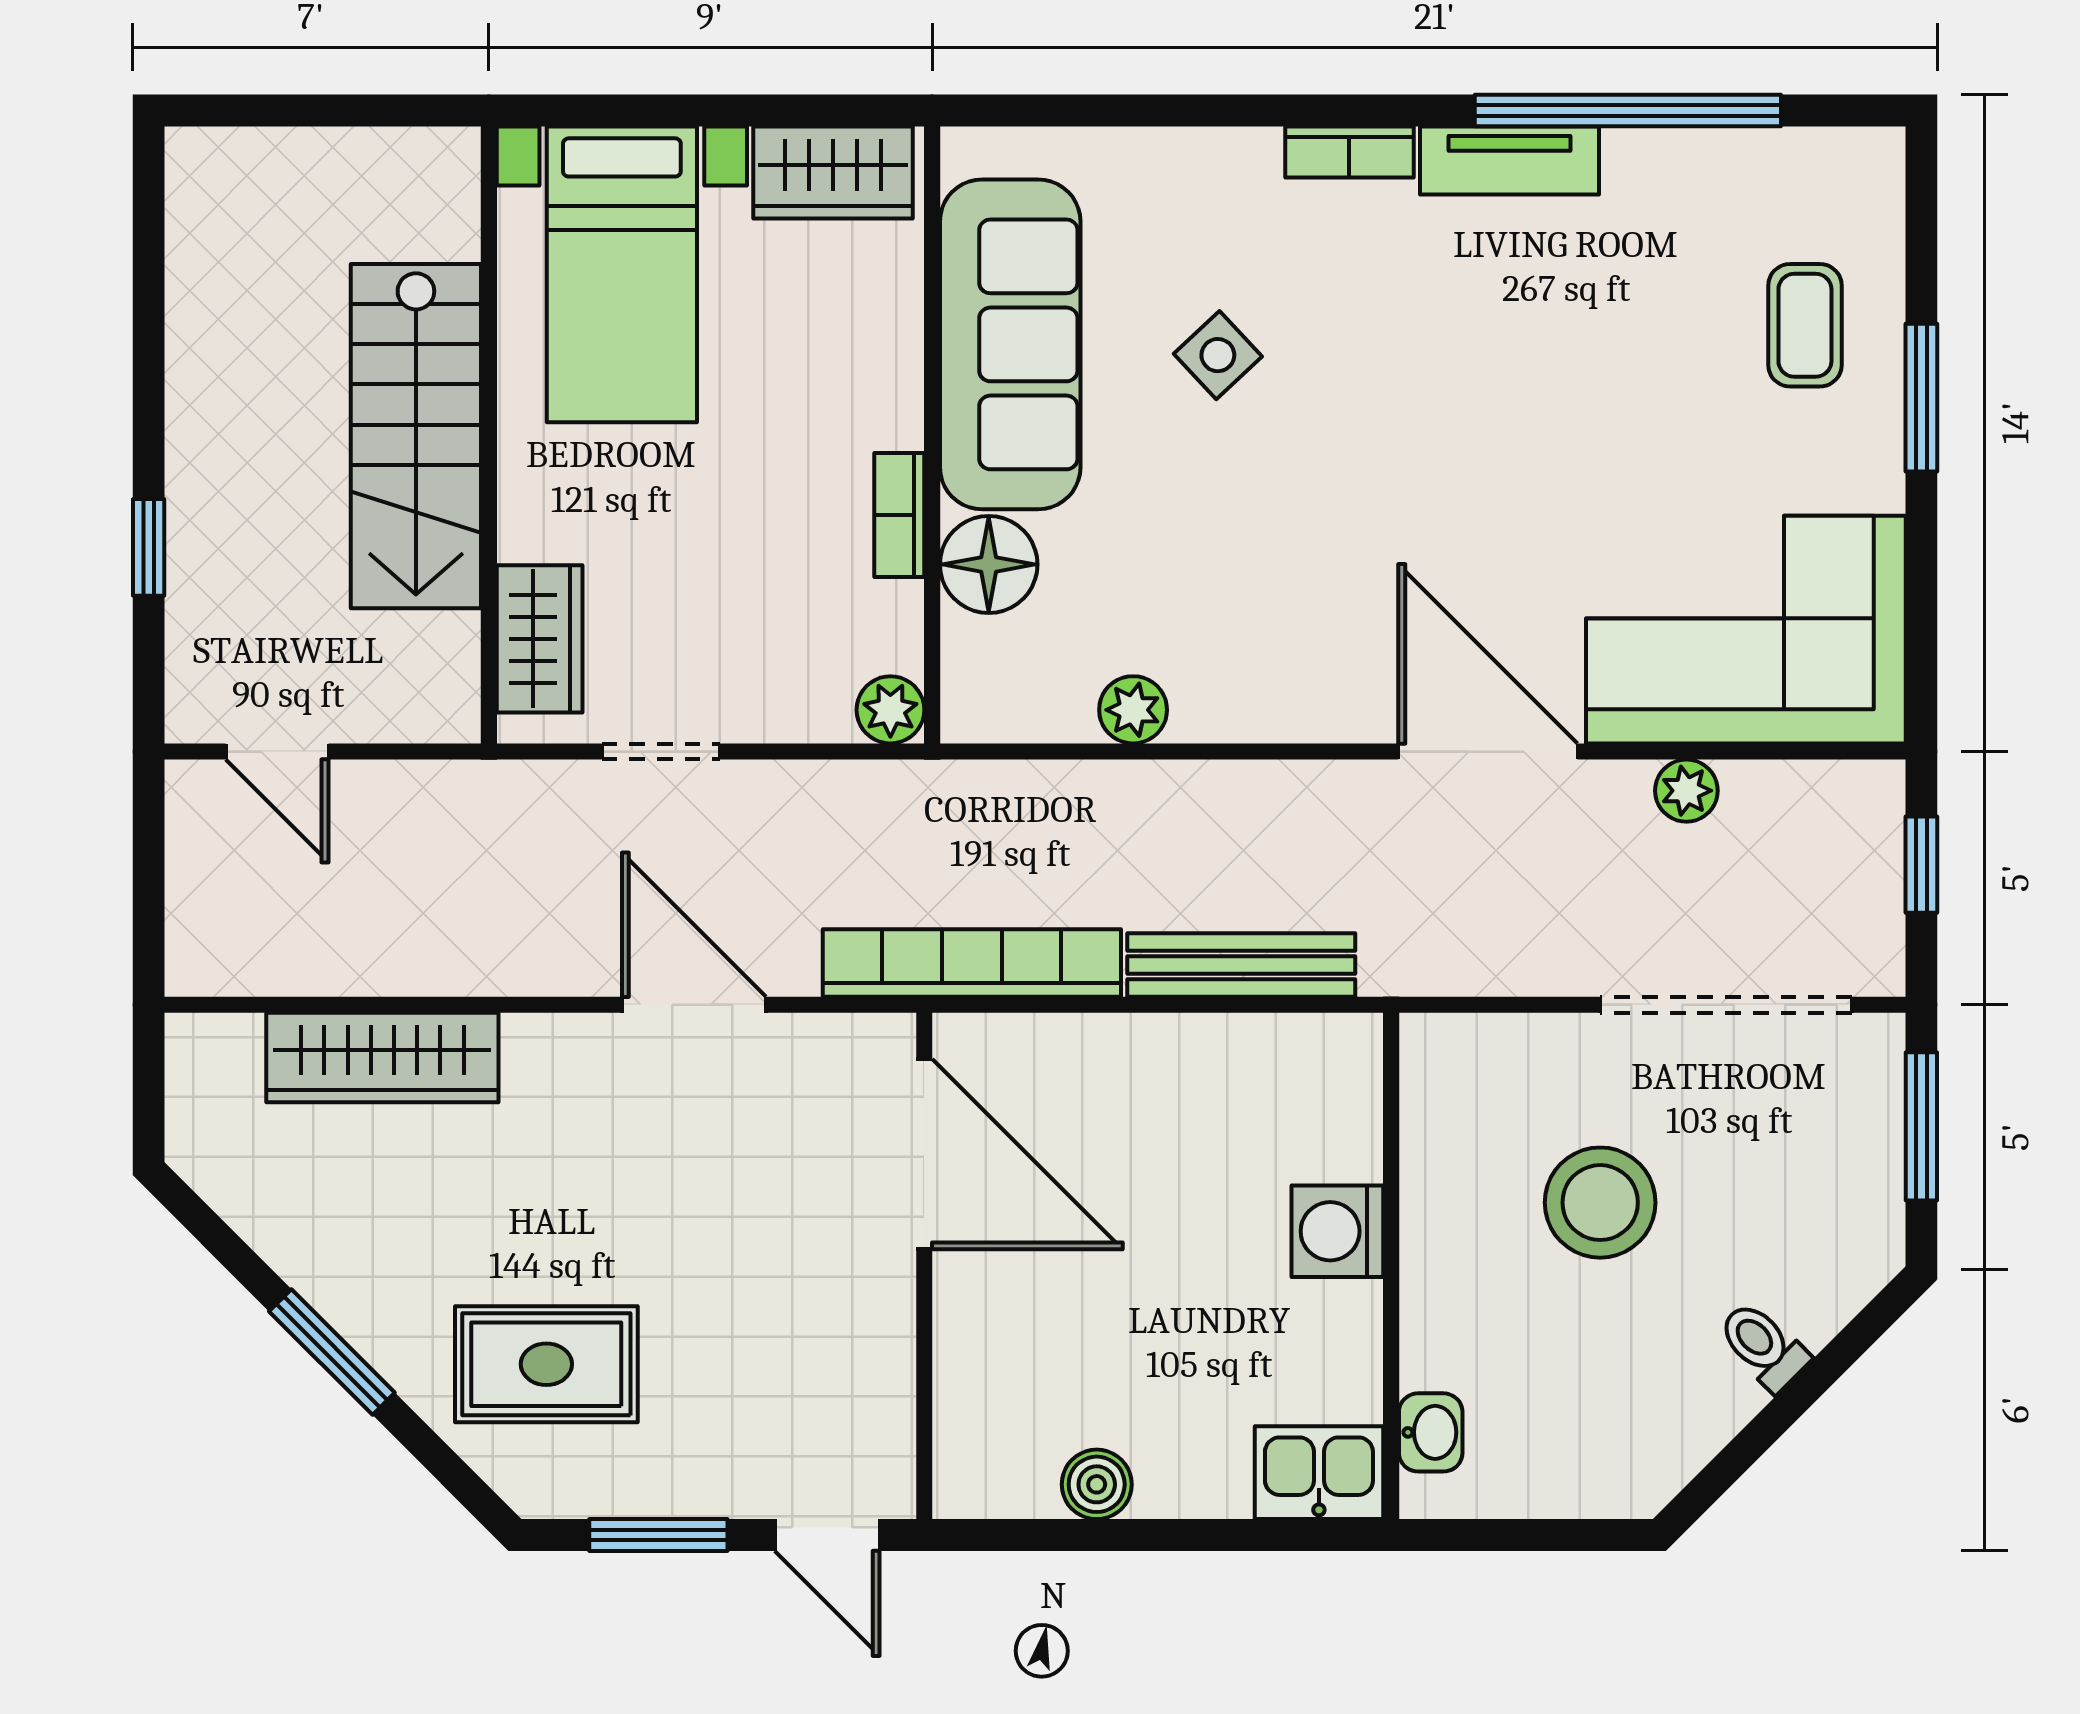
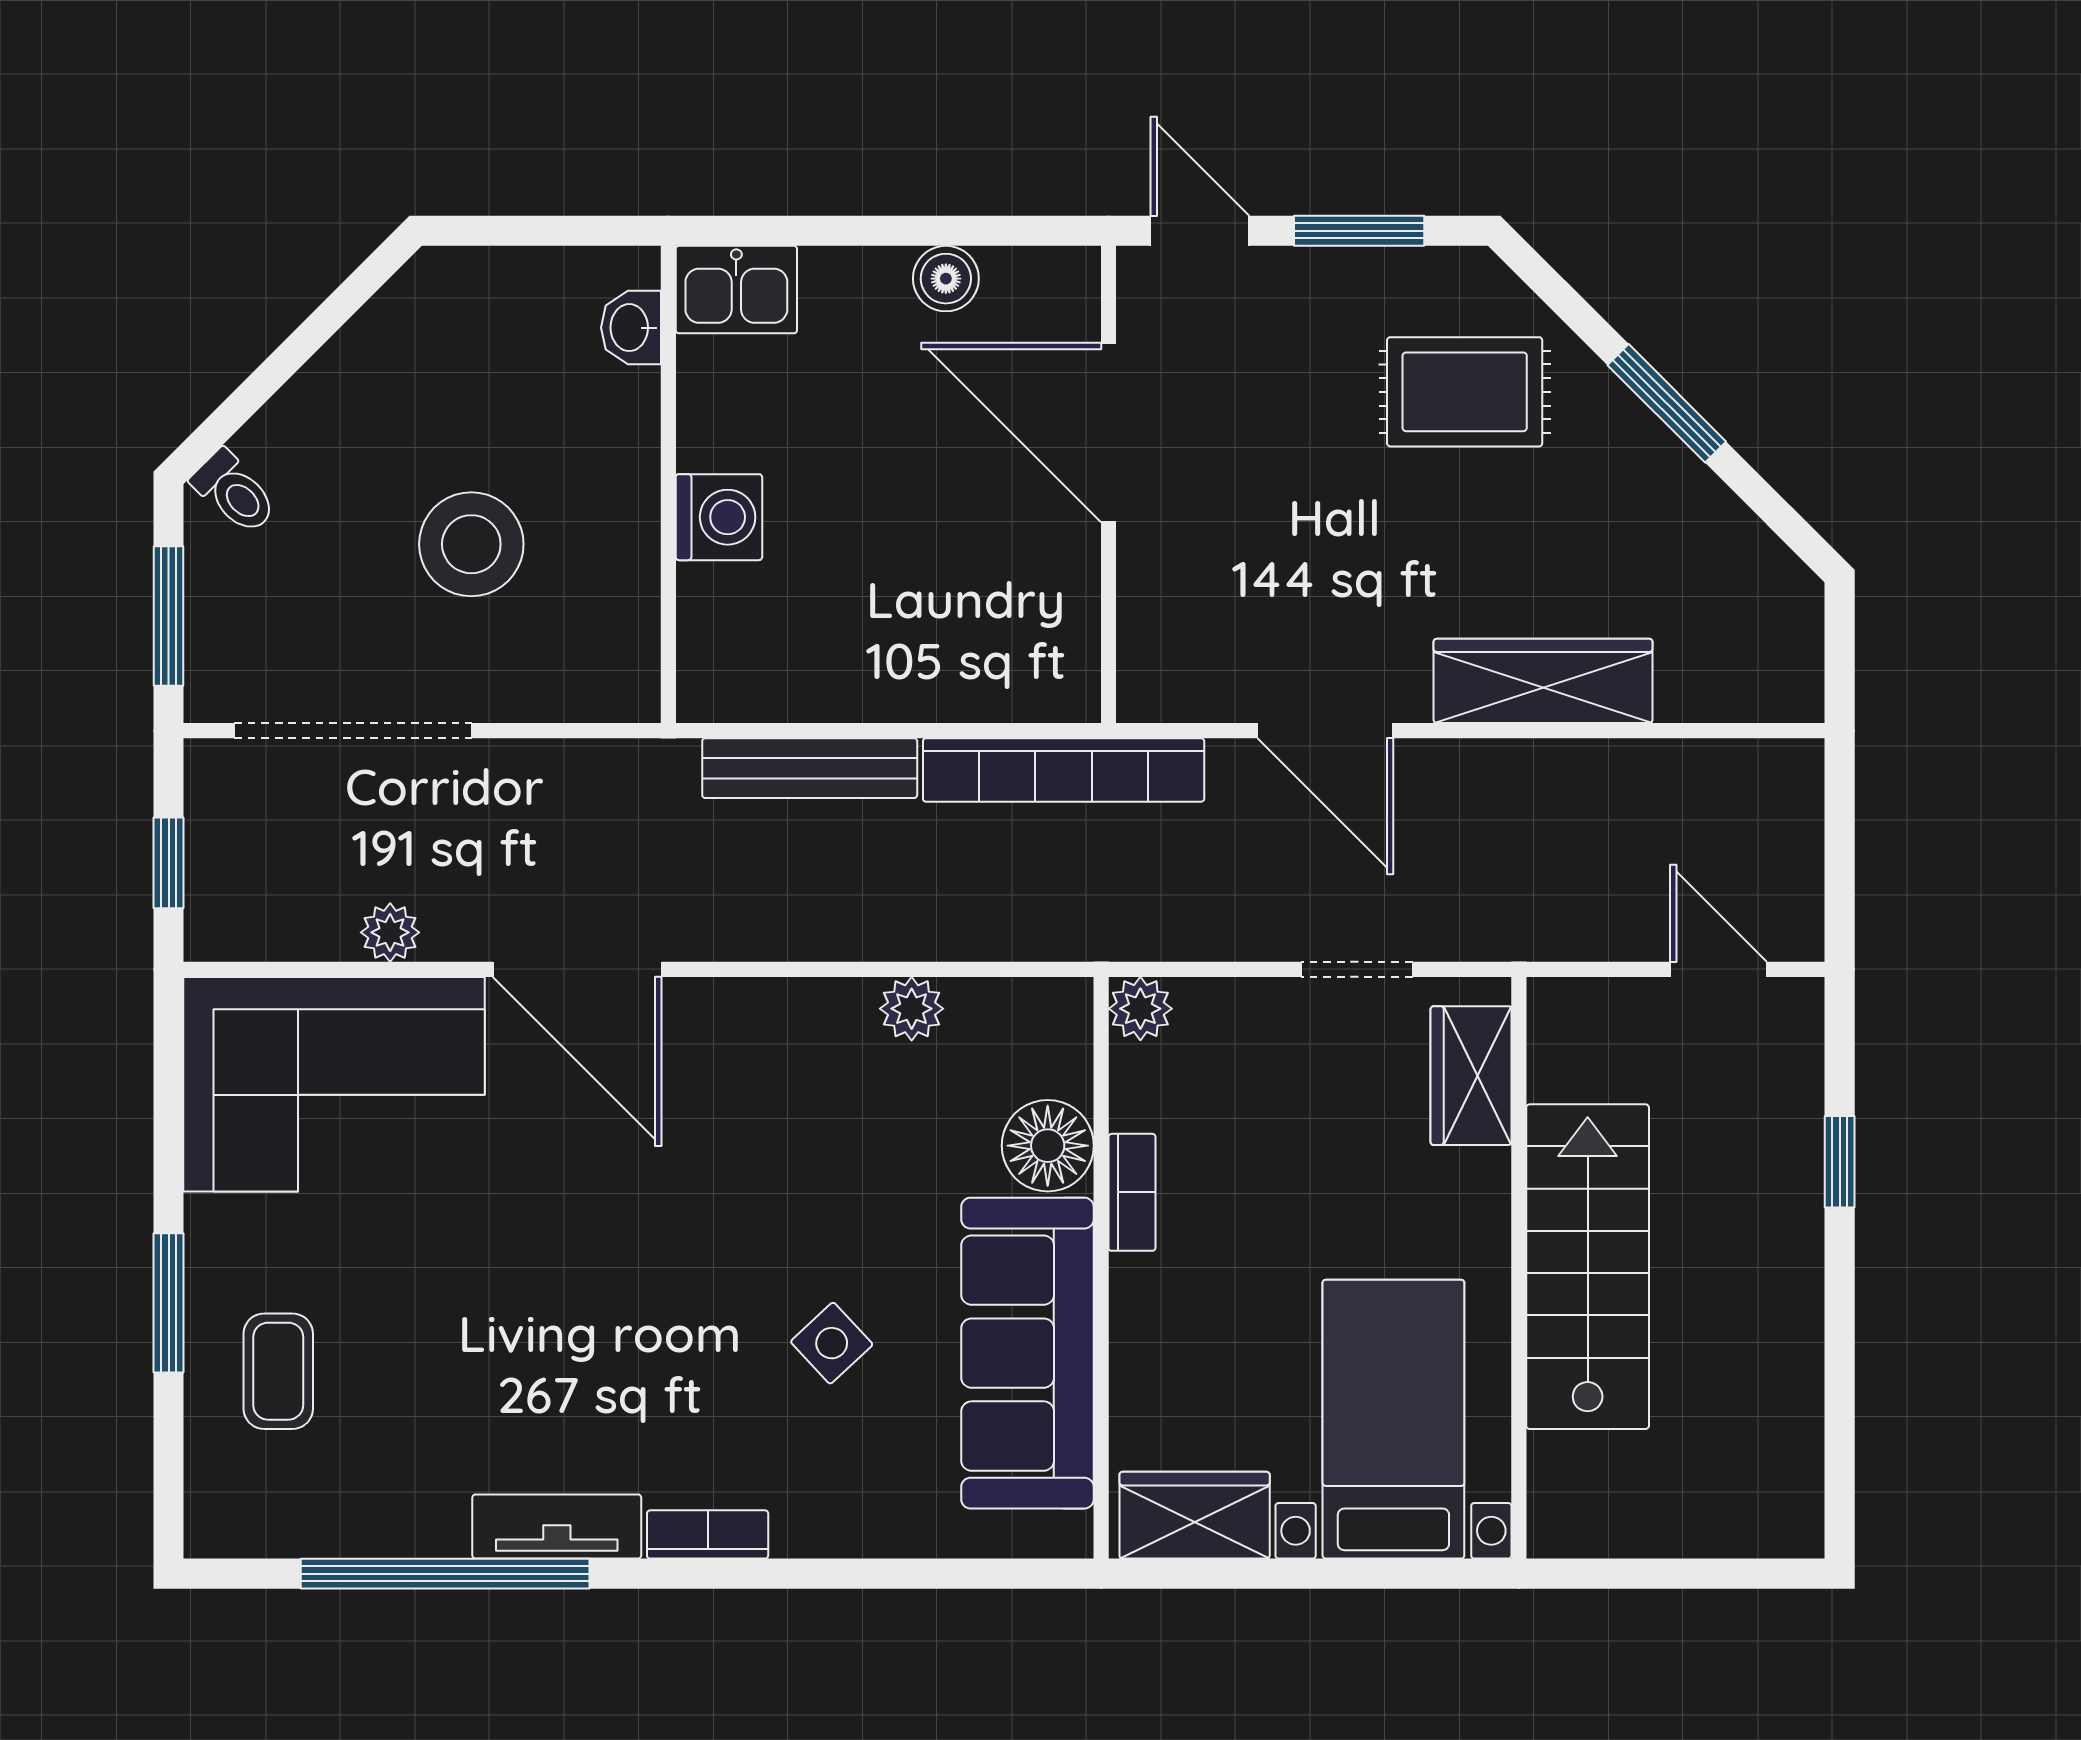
wardrobe: (382, 1058) -> (1543, 681), moved
door: (924, 1154) -> (1109, 432), moved
toilet: (1763, 1346) -> (234, 492), moved

